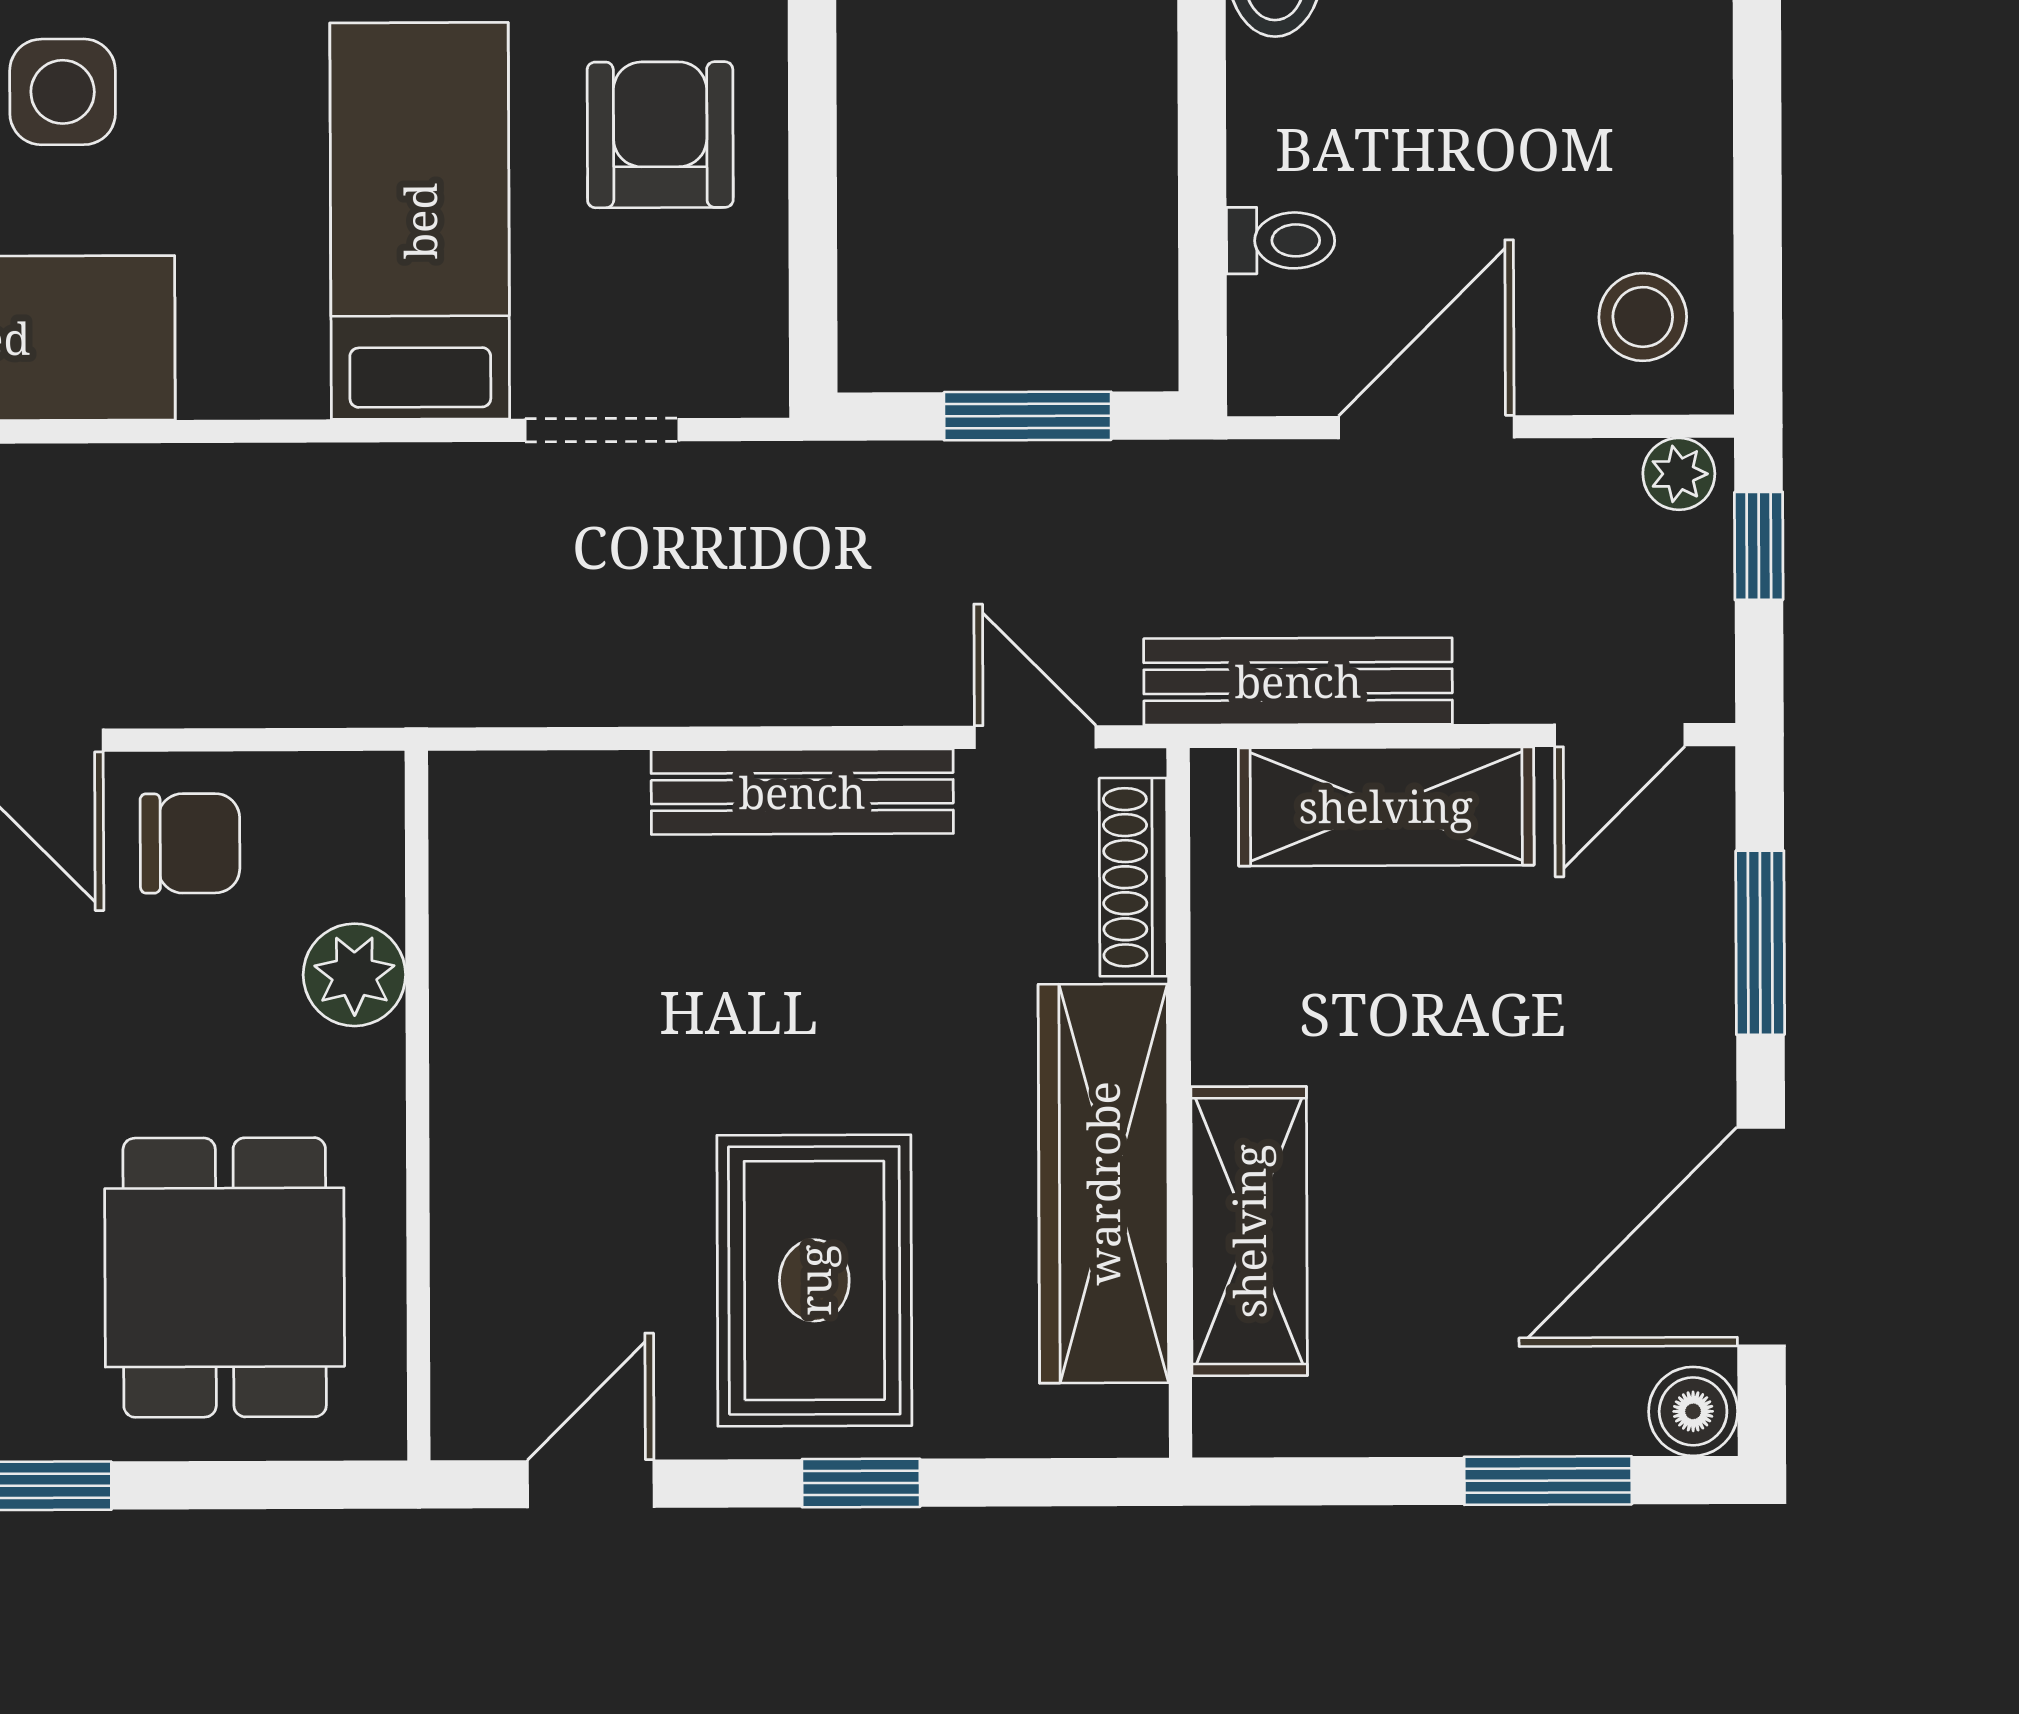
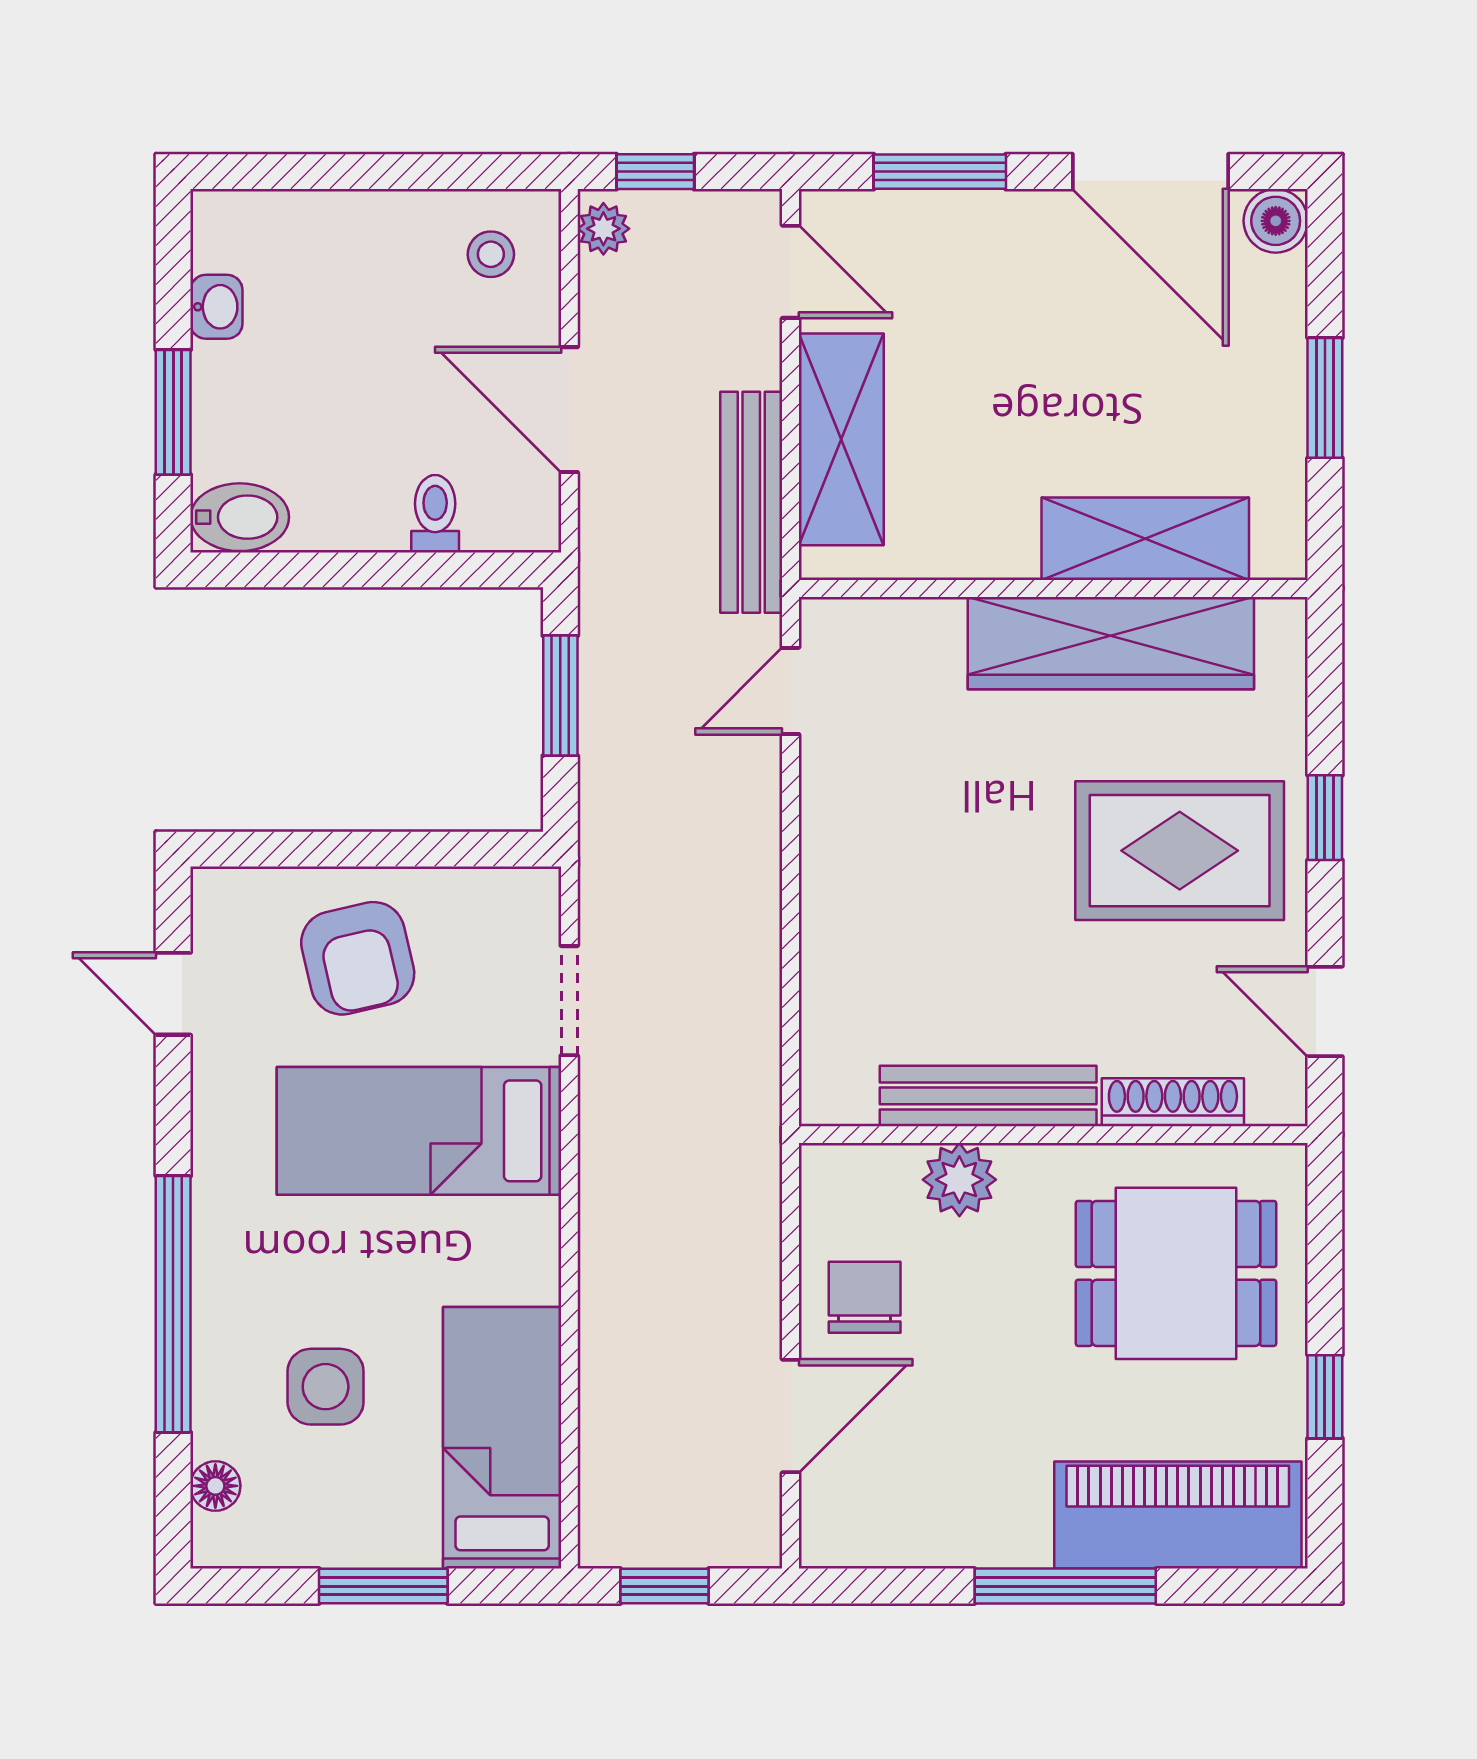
armchair: (660, 135) -> (358, 958), turned -103
stool: (1643, 317) -> (491, 254), width x0.73, depth x0.73
bench: (802, 792) -> (988, 1096), moved, turned 90
shoe rack: (1133, 877) -> (1173, 1102), moved, turned 180
window: (1548, 1481) -> (1325, 398), moved

